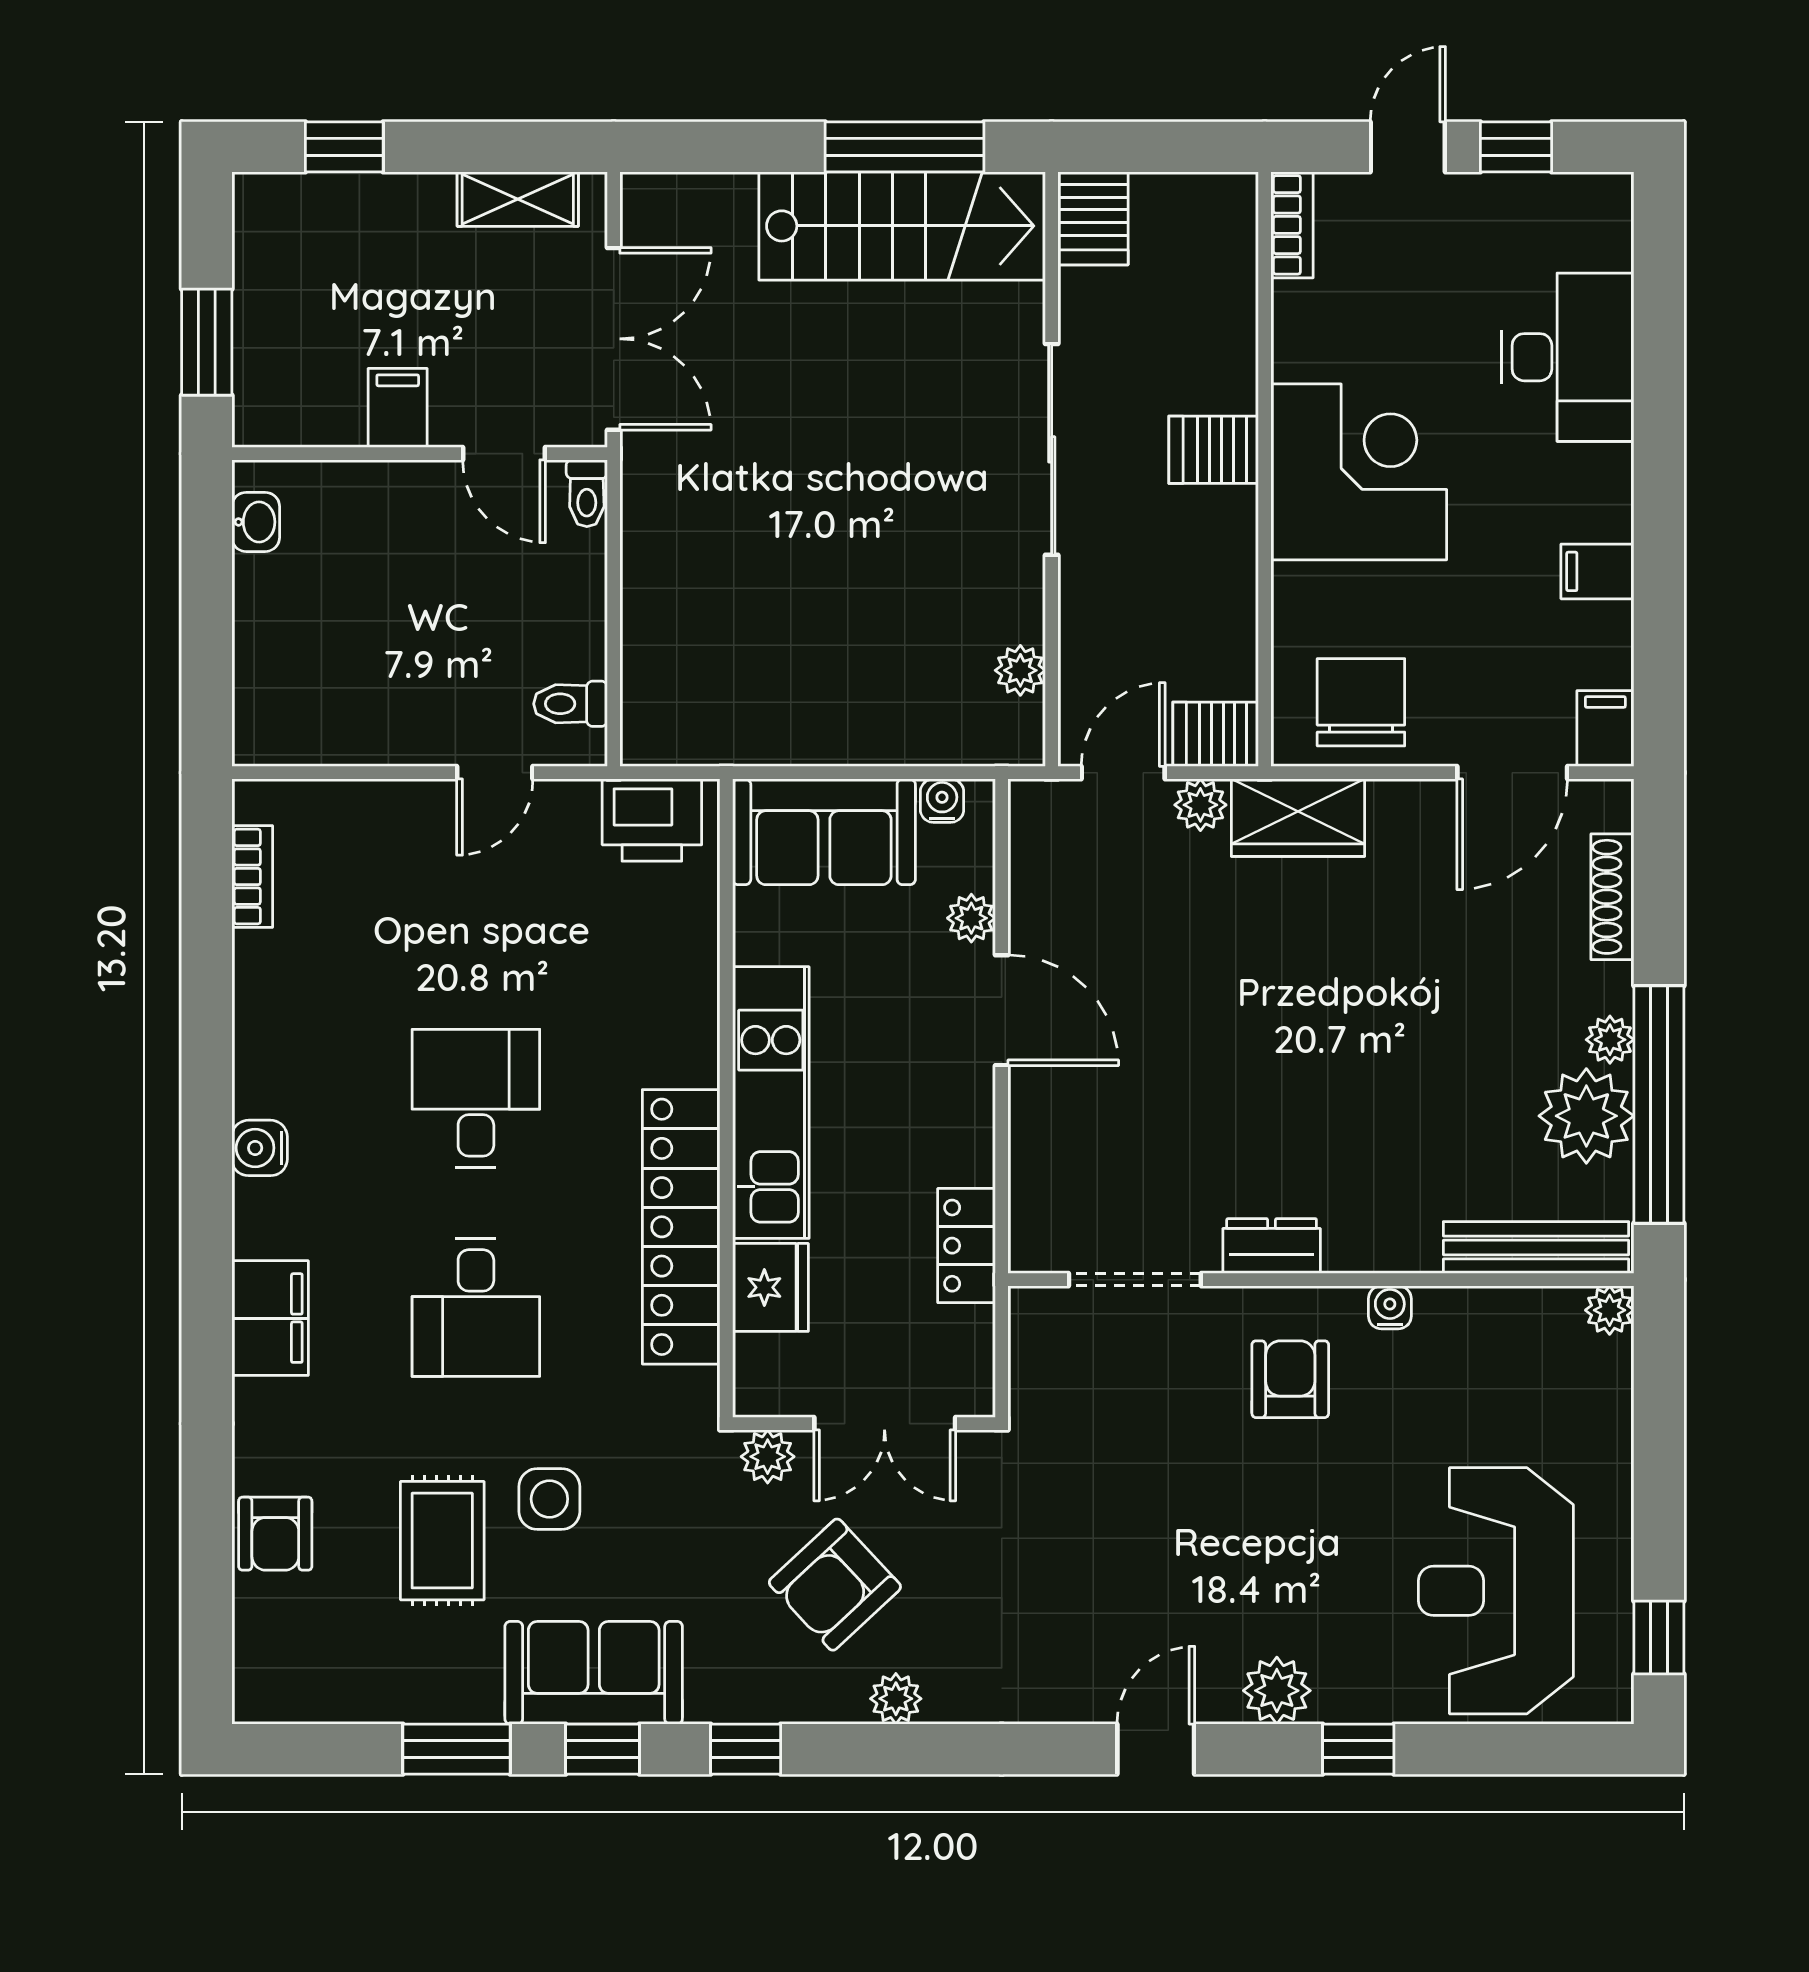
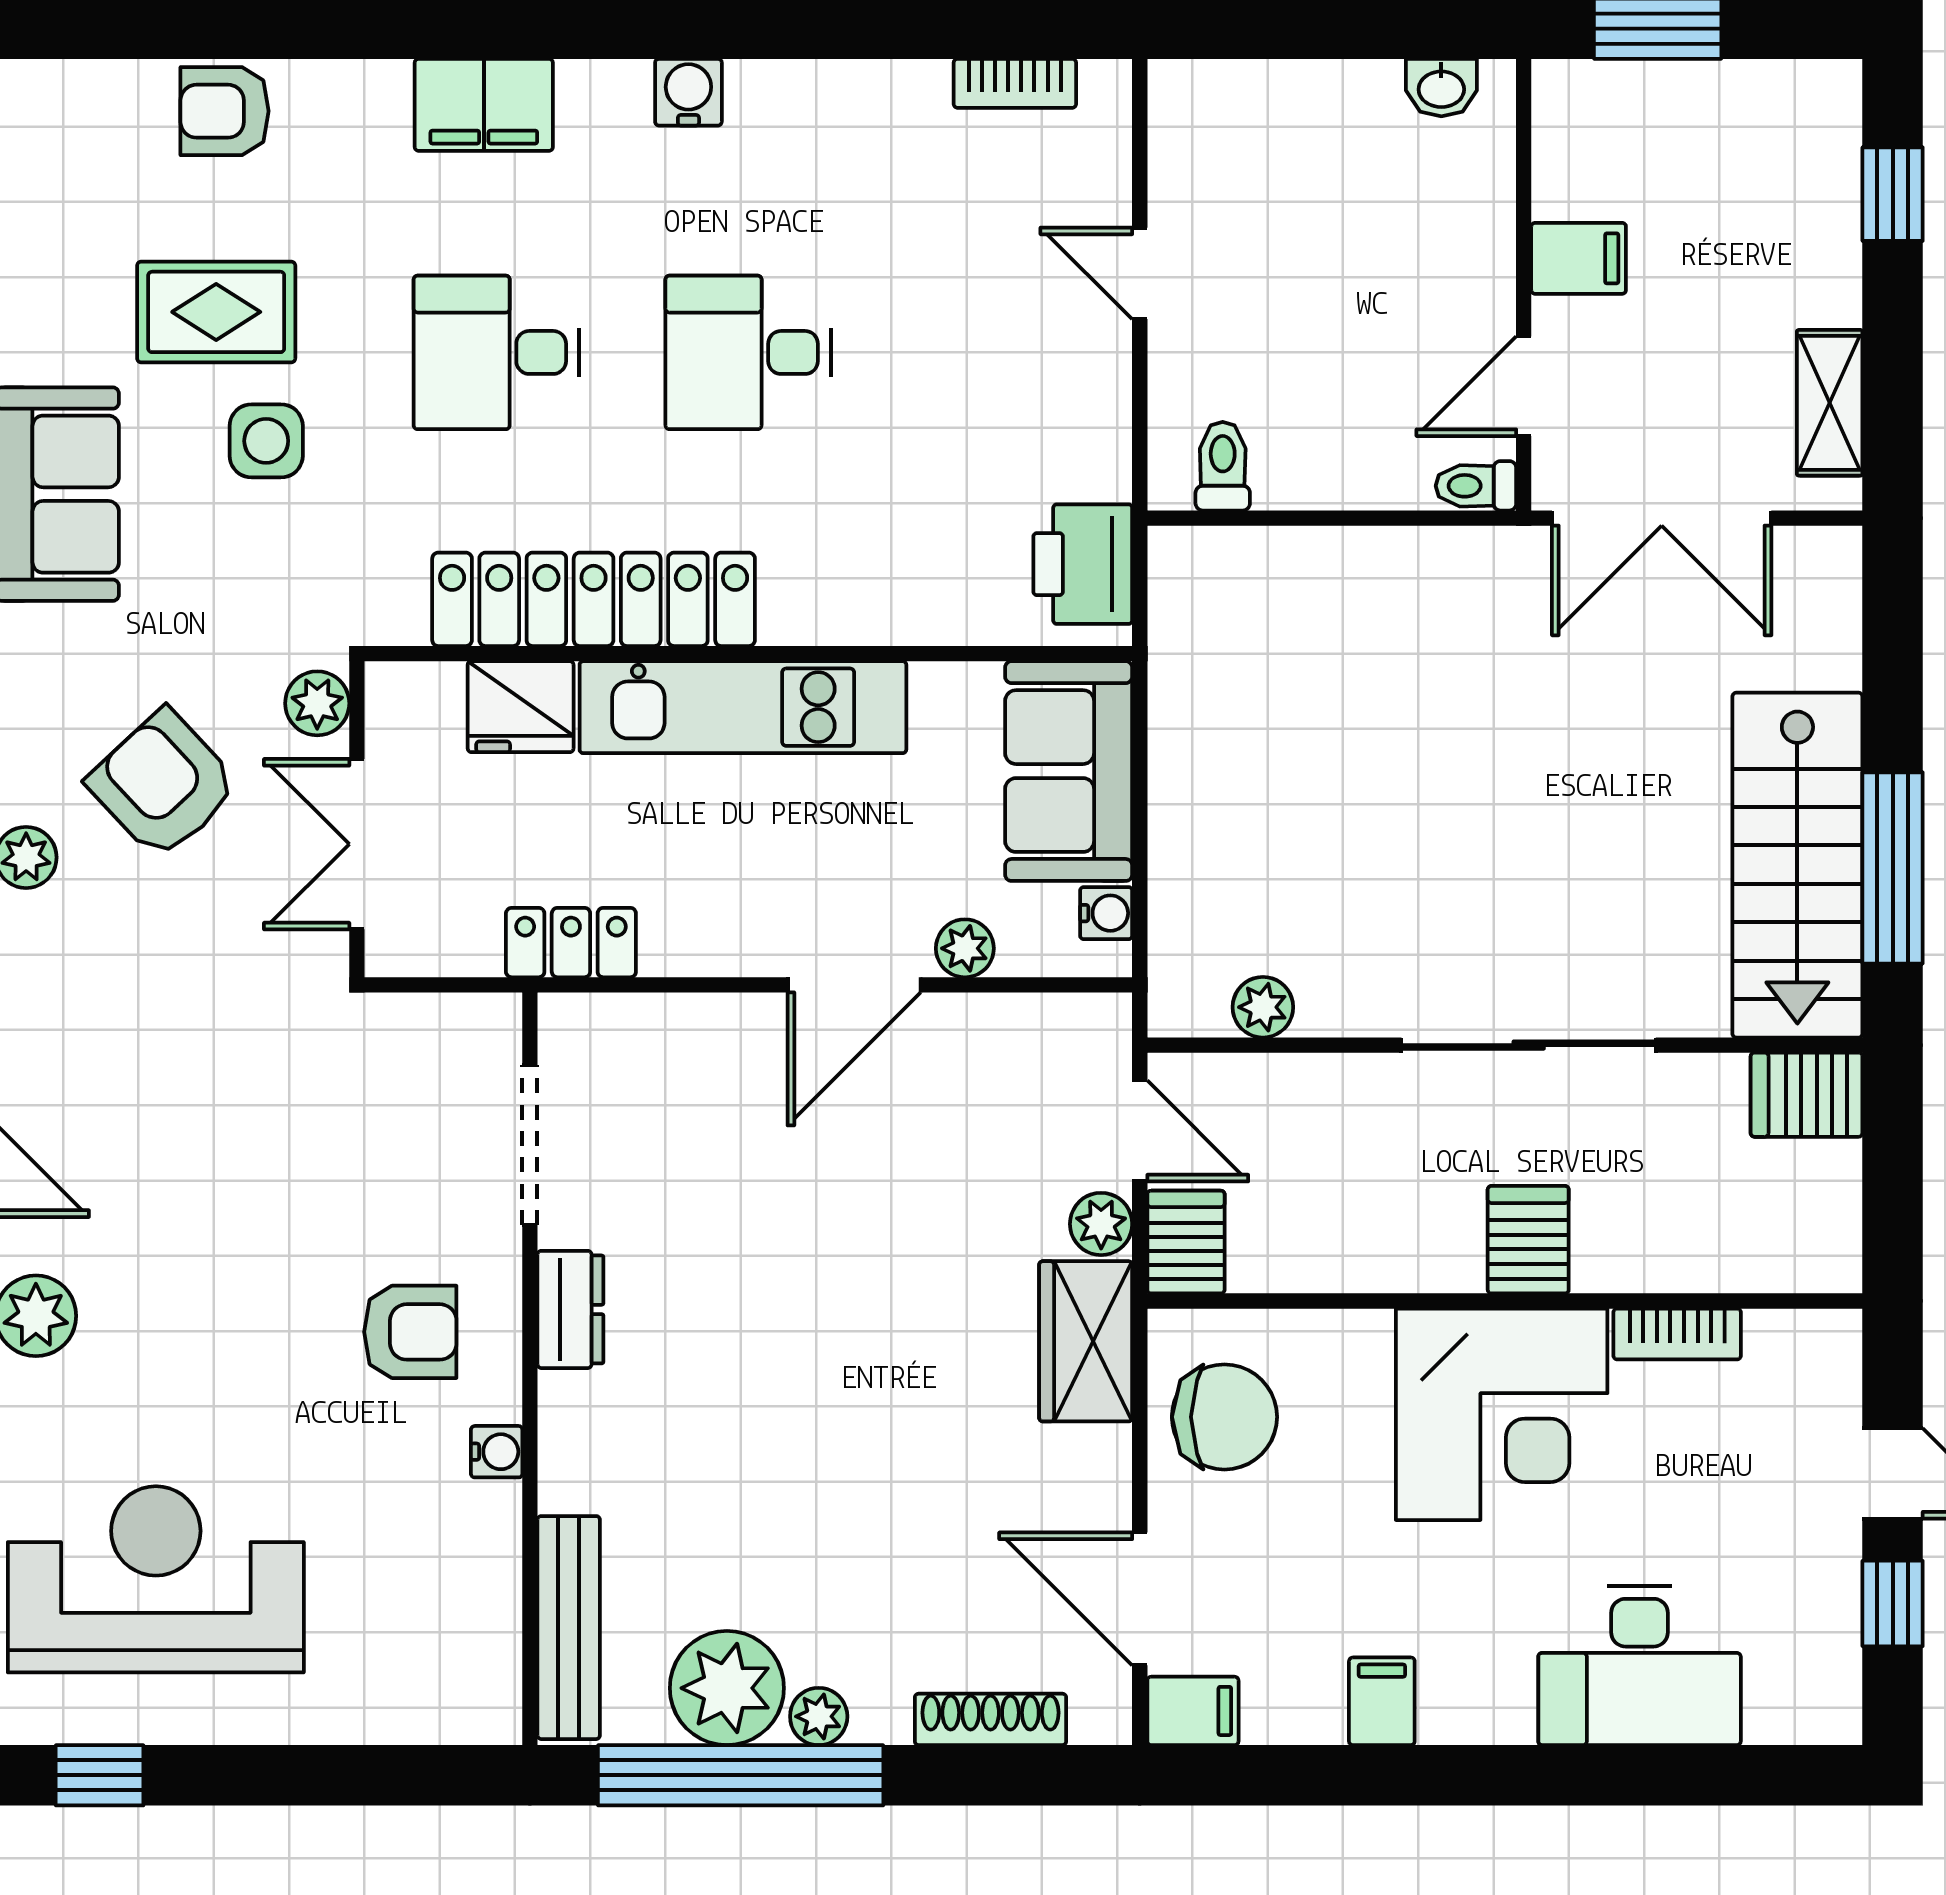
bookcase: (1292, 225) -> (1677, 1334), moved
door: (495, 773) -> (1140, 273), moved
desk: (476, 1098) -> (748, 352), turned 180
plant: (1610, 1310) -> (493, 1716), removed

